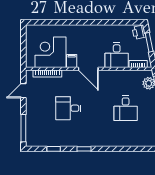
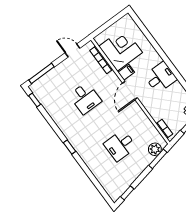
desk: (117, 55) -> (161, 77), moved, turned 180
desk: (68, 108) -> (85, 98), turned 180
window: (54, 149) -> (35, 100), moved
window: (84, 149) -> (69, 147), moved

